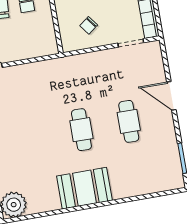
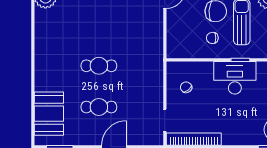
booth: (84, 188) -> (49, 114), moved

